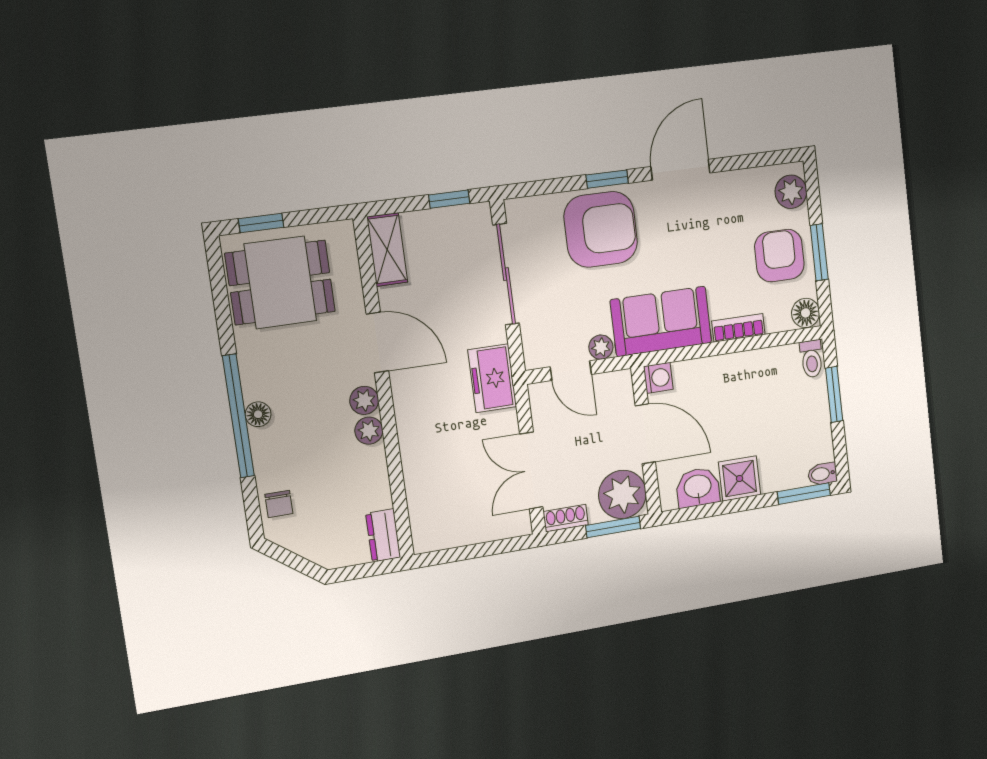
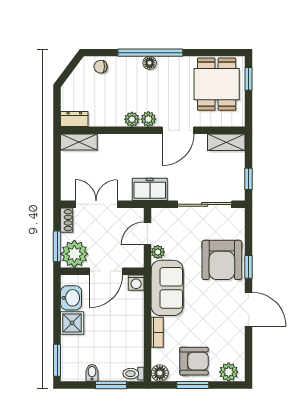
bidet: (822, 474) -> (92, 373), moved
shelving: (424, 520) -> (79, 142), added

